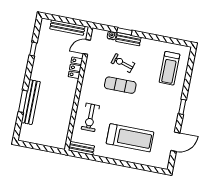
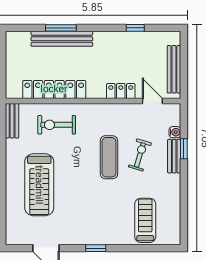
treadmill: (169, 68) -> (145, 220), turned 90
locker: (65, 114) -> (54, 89), added

